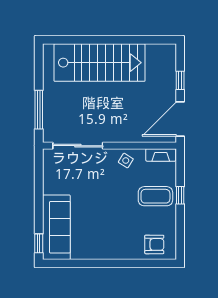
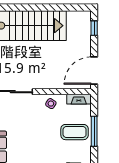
window: (180, 80) -> (94, 28), moved
window: (180, 195) -> (94, 131), width x2.17

